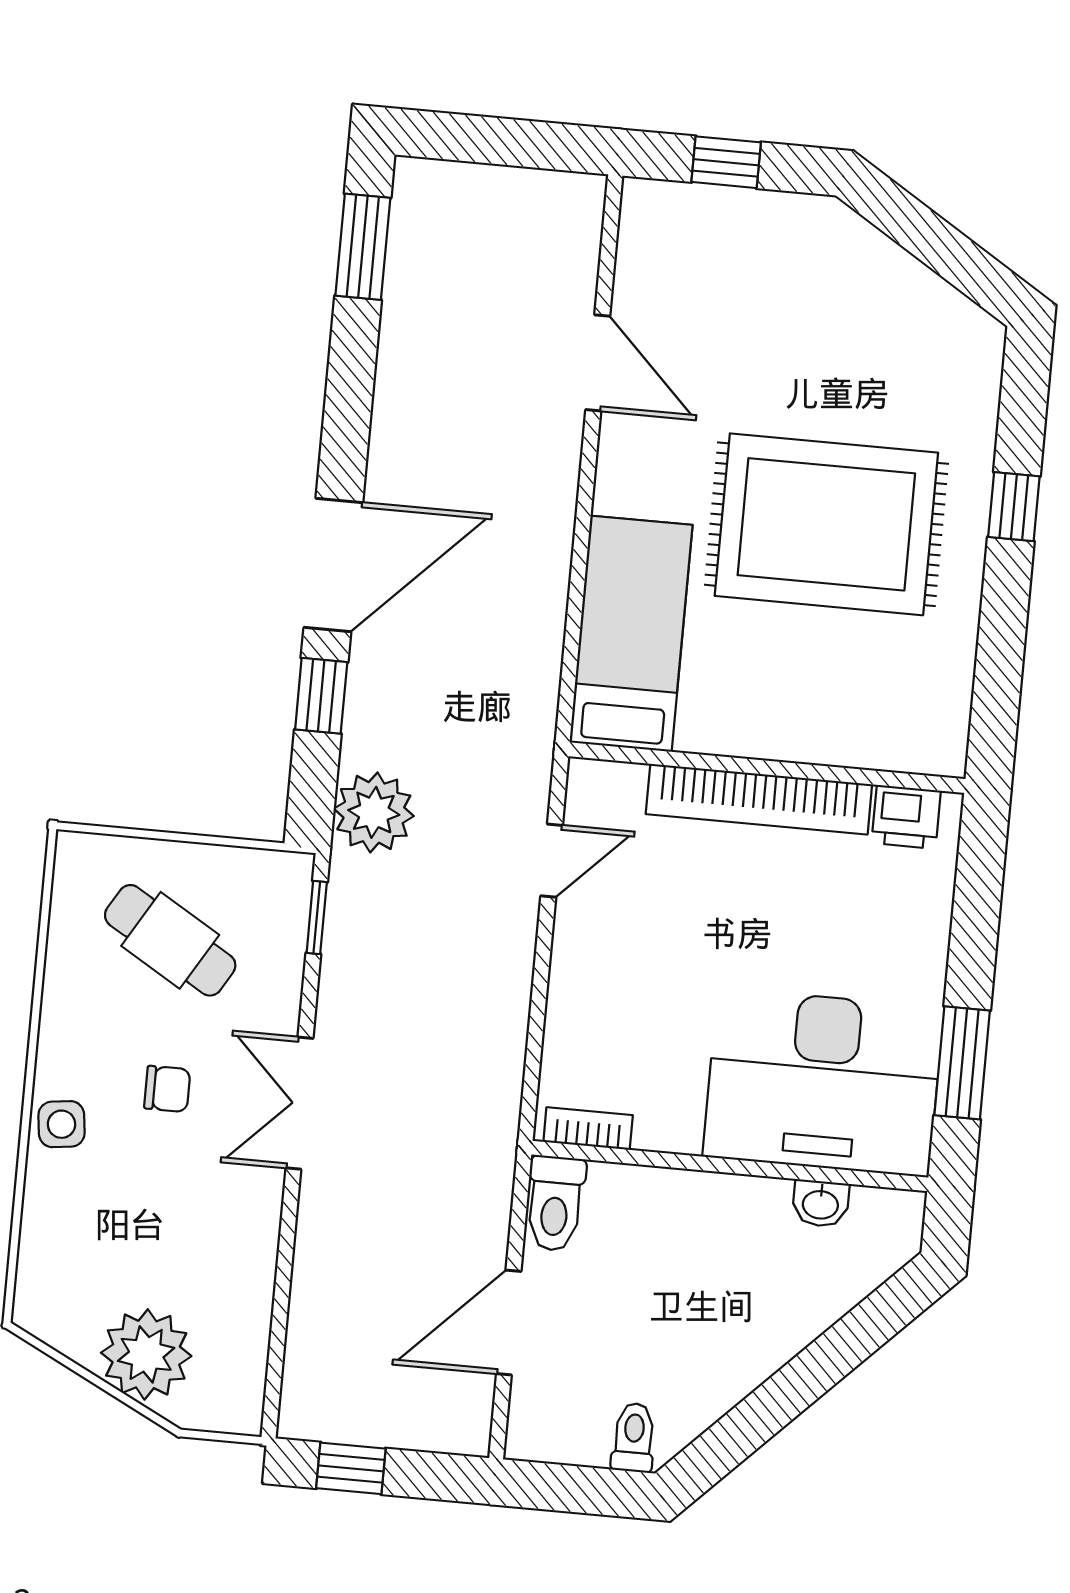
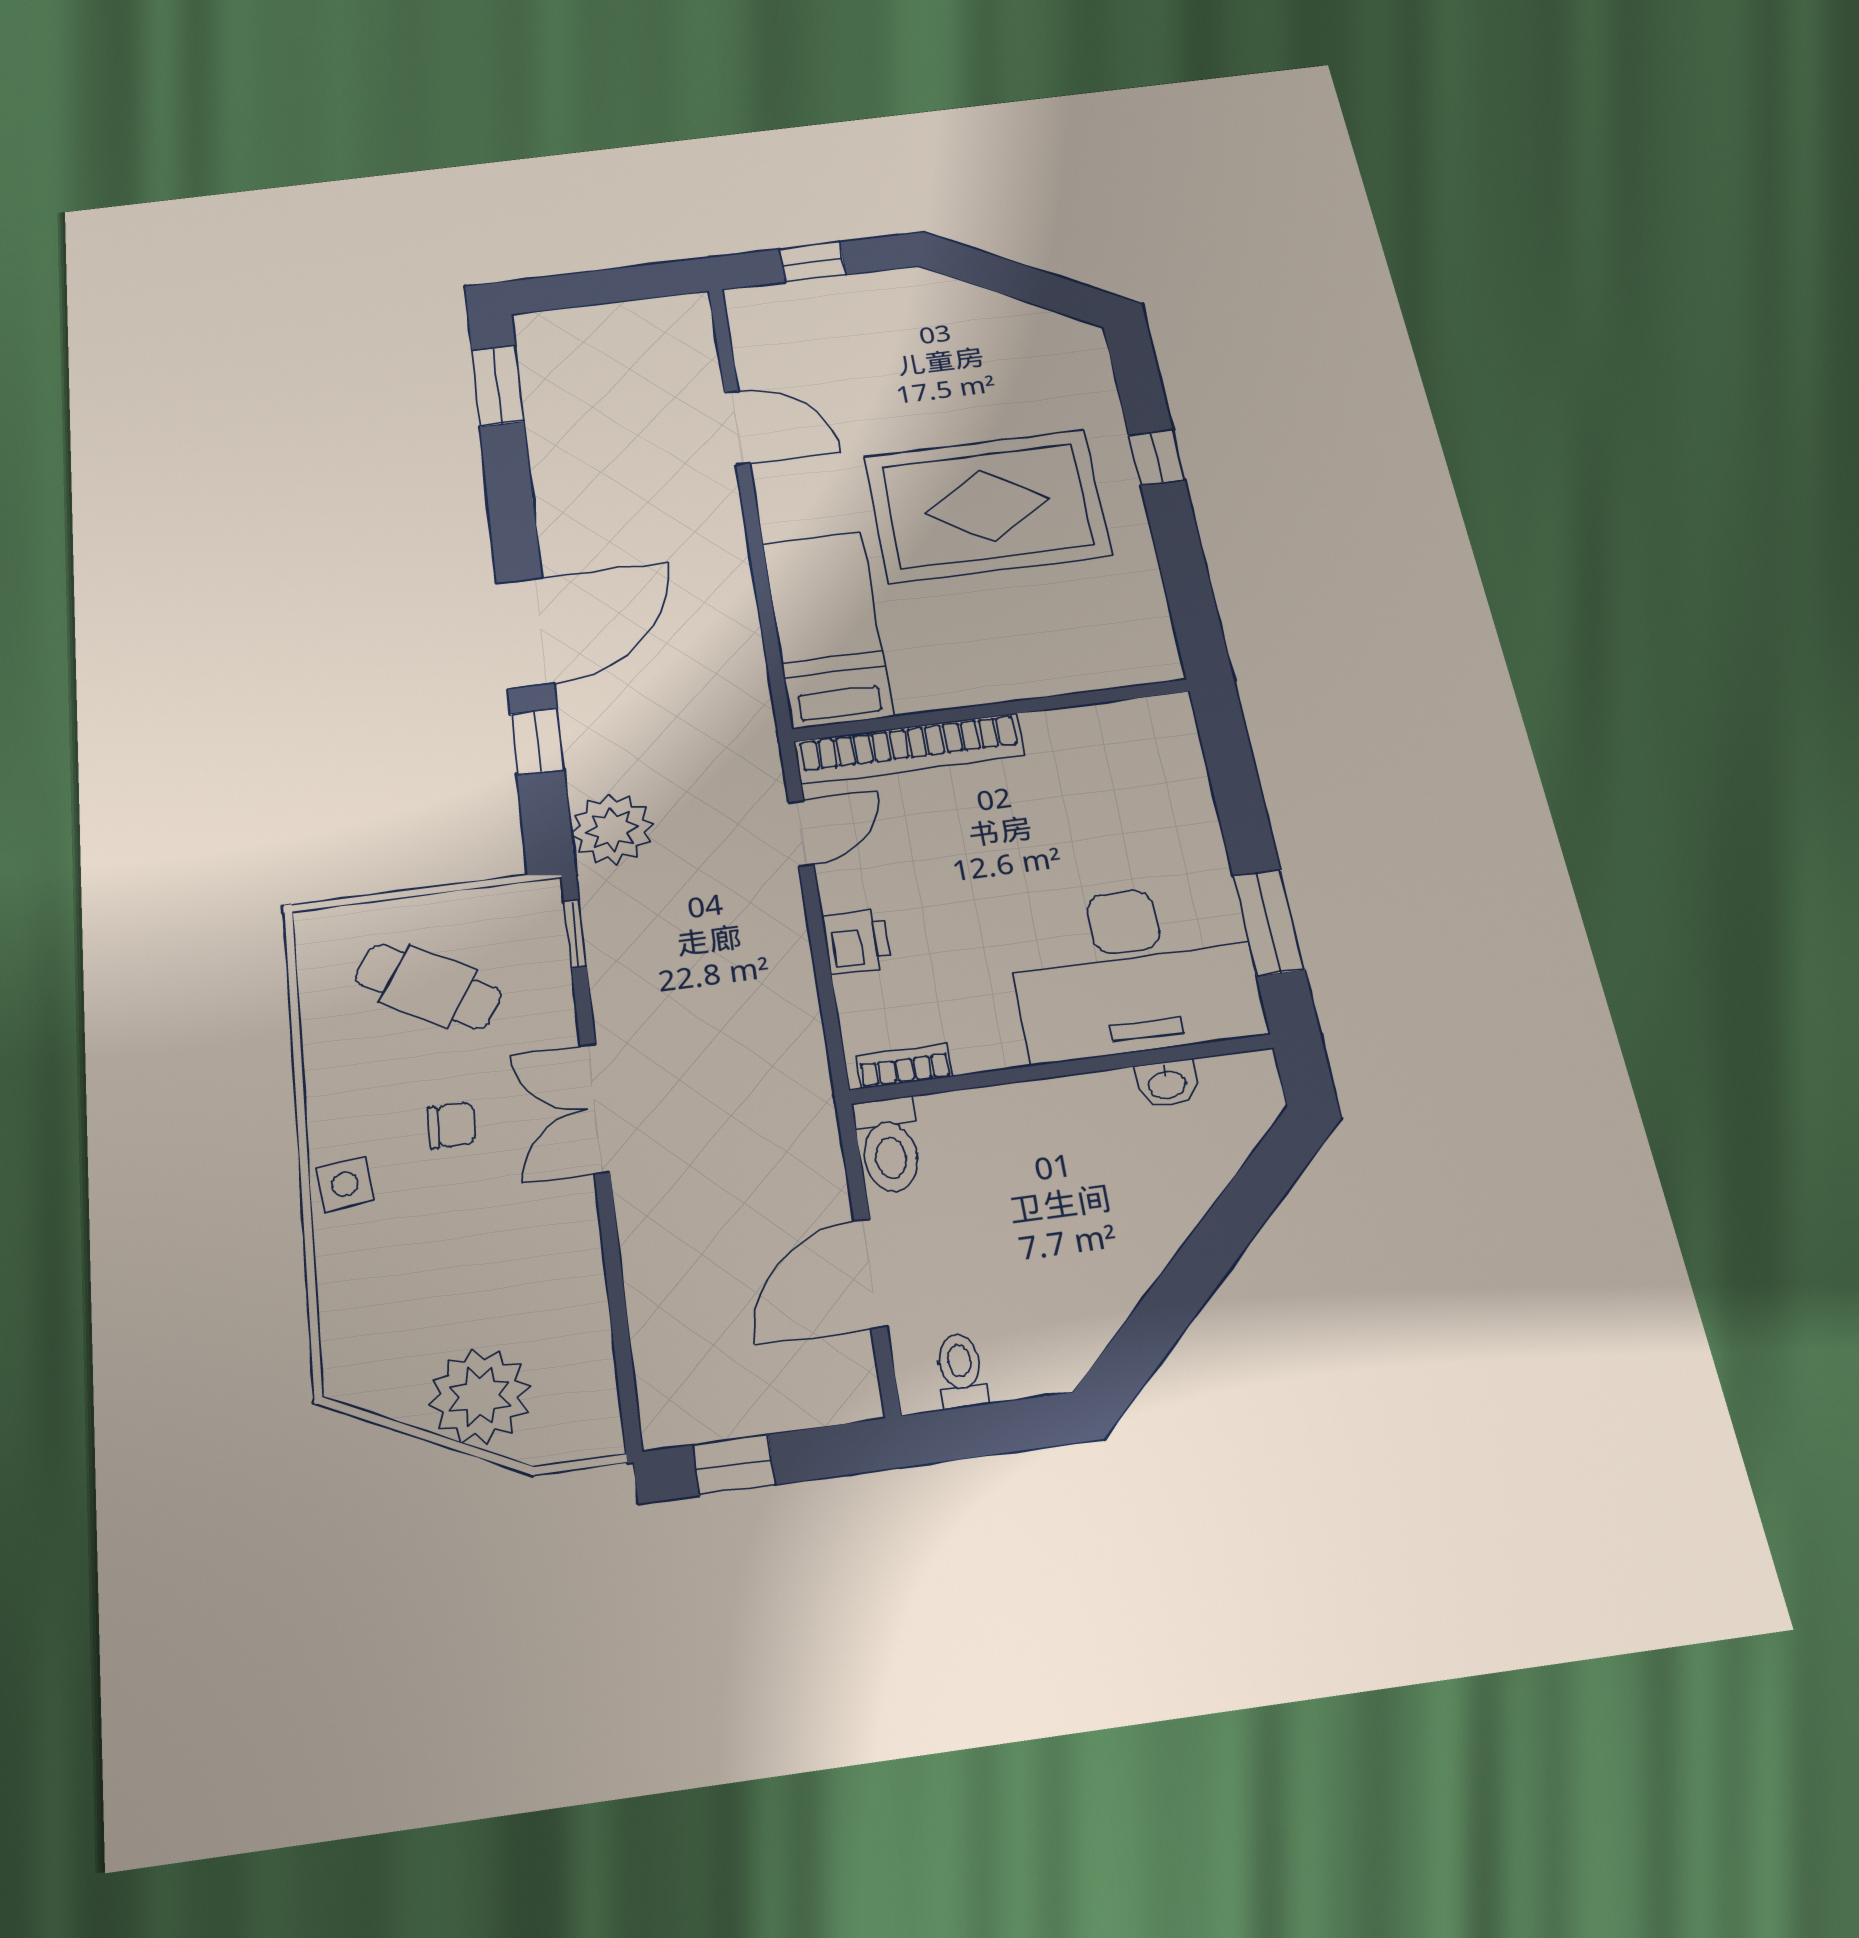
bookcase: (759, 799) -> (909, 749), moved
printer: (906, 817) -> (857, 942), moved, turned -90
toilet: (634, 1438) -> (961, 1371), moved

